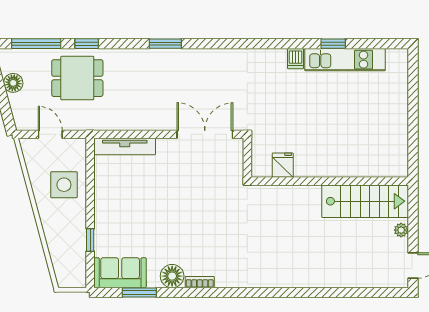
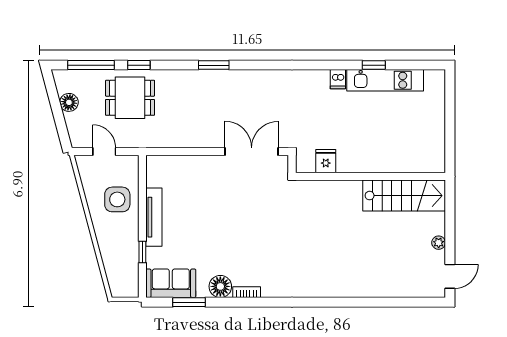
tv unit: (125, 146) -> (154, 217), moved, turned -90
fridge: (283, 165) -> (326, 161), moved
wall: (330, 181) -> (370, 176), moved
stairs: (365, 201) -> (404, 196), moved

